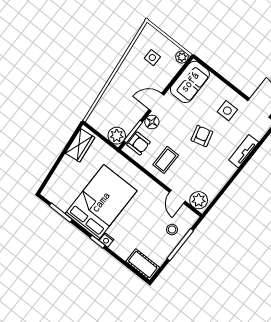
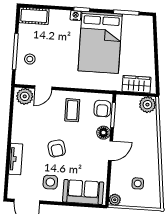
sofa: (190, 82) -> (83, 192), moved, turned 90
plant: (117, 136) -> (147, 105), moved
armchair: (139, 143) -> (102, 109), turned -90
wardrobe: (80, 145) -> (136, 84), moved, turned 97
door: (177, 197) -> (43, 88), swing flipped

